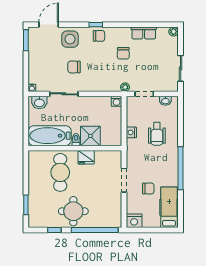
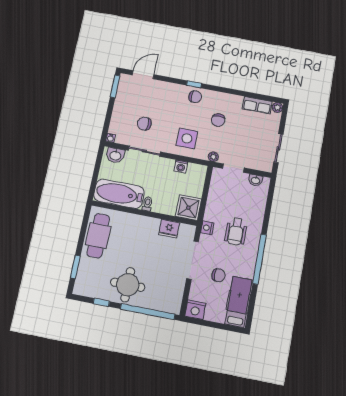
row of seats: (144, 33) -> (257, 105), moved
side table: (70, 39) -> (187, 138), moved
chair: (74, 67) -> (144, 124), moved
washing machine: (117, 101) -> (181, 166), moved
nightstand: (131, 132) -> (207, 228), moved
wheelchair: (157, 134) -> (236, 231), moved
shower: (90, 136) -> (188, 208), moved
fridge: (86, 157) -> (169, 229), moved
cafe table: (60, 172) -> (98, 236), moved
doorway: (124, 180) -> (193, 260), width x1.36

